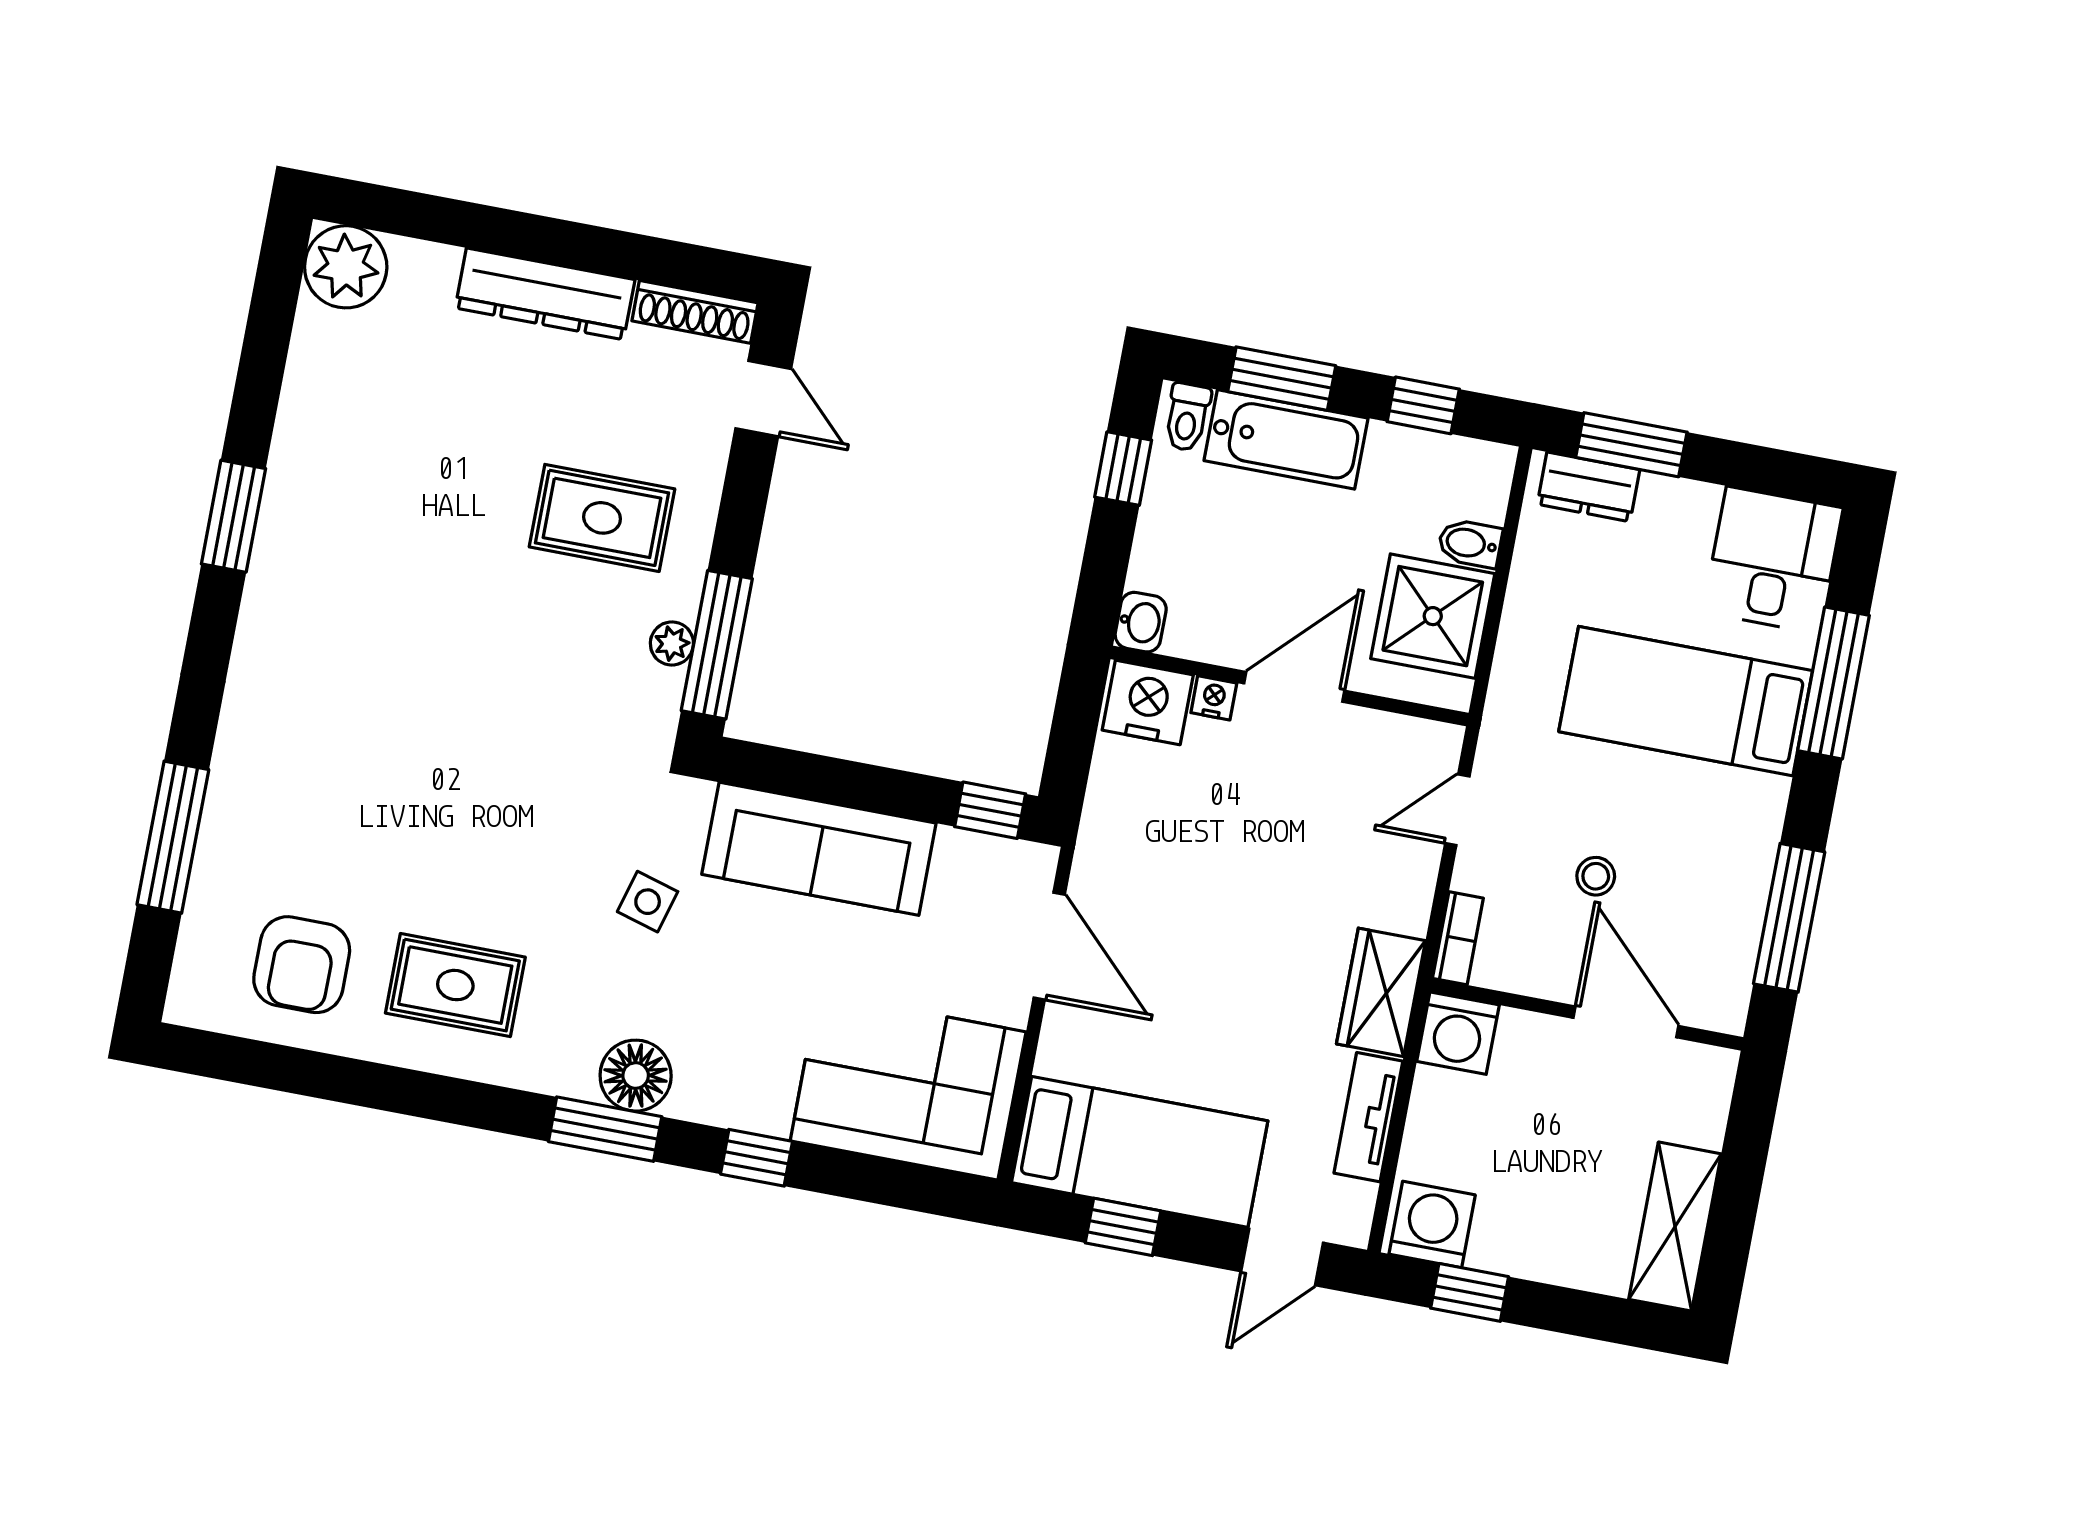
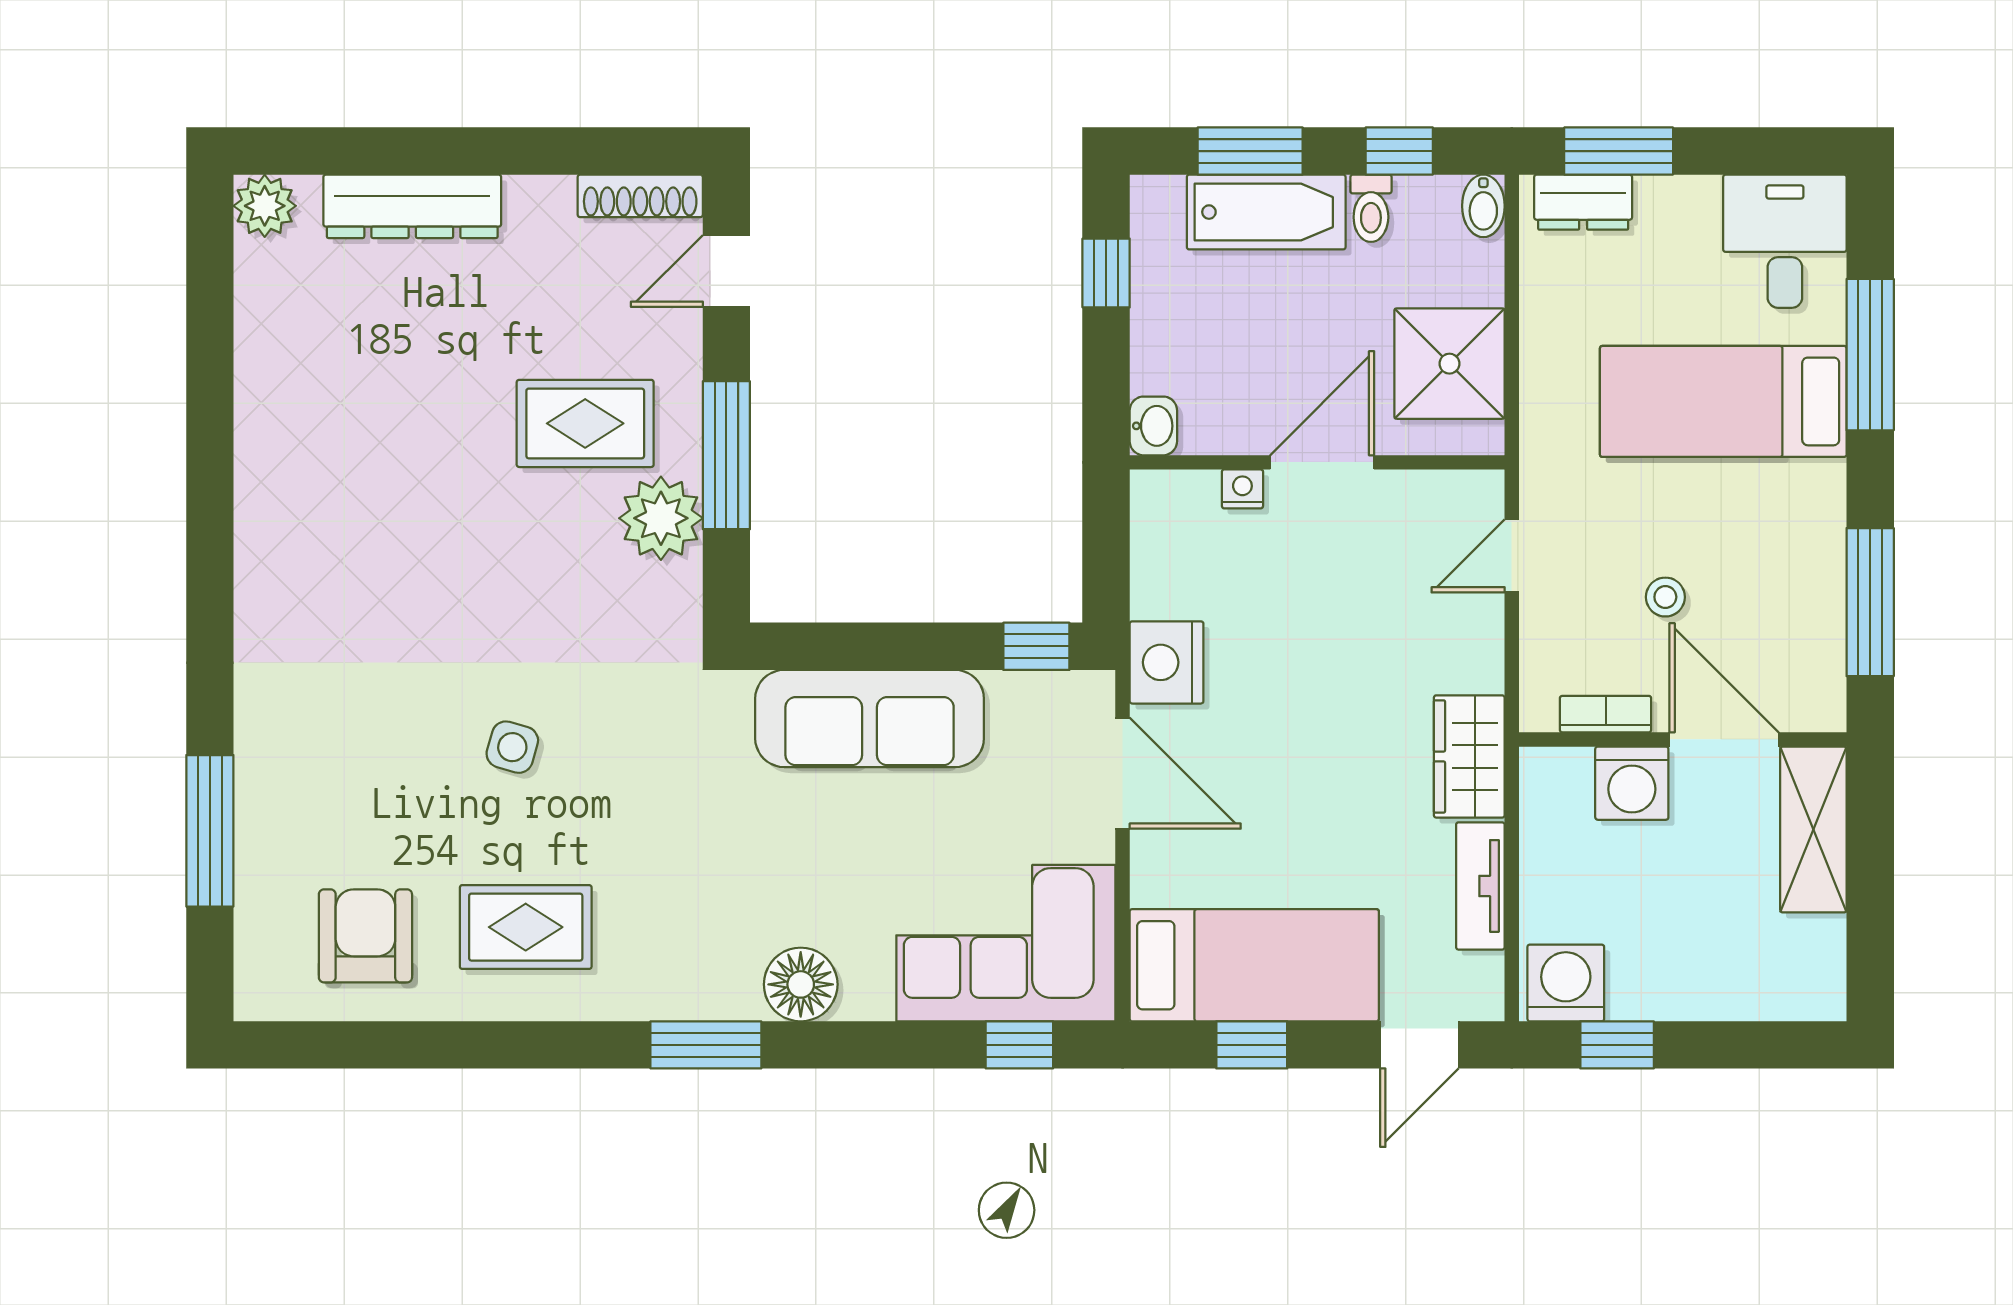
plant: (346, 267) -> (265, 206), width x0.73, depth x0.73
dresser: (545, 294) -> (412, 206), moved
door: (763, 399) -> (726, 271), swing flipped
toilet: (1187, 417) -> (1371, 208), moved
window: (234, 516) -> (210, 493), removed
bidet: (1470, 543) -> (1483, 206), moved, turned -90
plant: (672, 643) -> (661, 518), width x1.88, depth x1.88
window: (717, 645) -> (726, 455), moved
nightstand: (1148, 702) -> (1167, 662), moved, turned -90
side table: (648, 902) -> (512, 747), moved
bookcase: (1458, 938) -> (1606, 714), moved, turned -90
armchair: (302, 965) -> (365, 936), turned 180
washing machine: (1458, 1033) -> (1632, 783), moved
floor lamp: (636, 1076) -> (801, 984), moved
window: (757, 1158) -> (1019, 1045), moved
shelving: (1675, 1227) -> (1813, 829), moved

